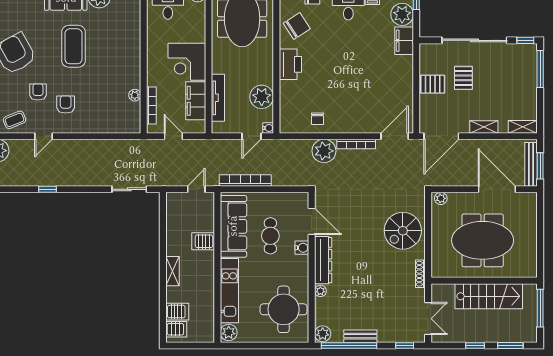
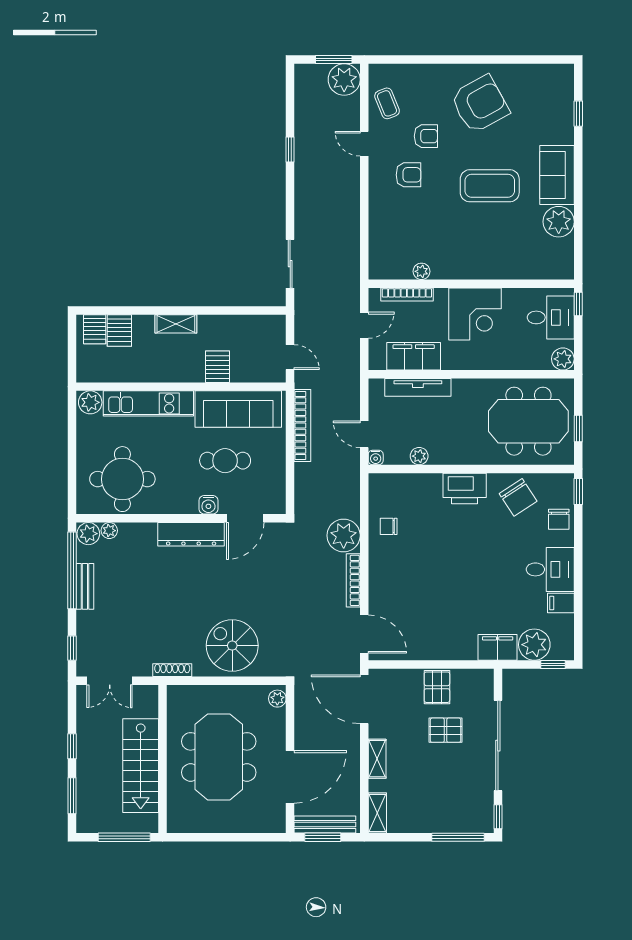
corner desk: (187, 62) -> (475, 314), moved, turned 180
plant: (262, 97) -> (419, 456), width x0.53, depth x0.53
plant: (320, 291) -> (109, 531), moved

